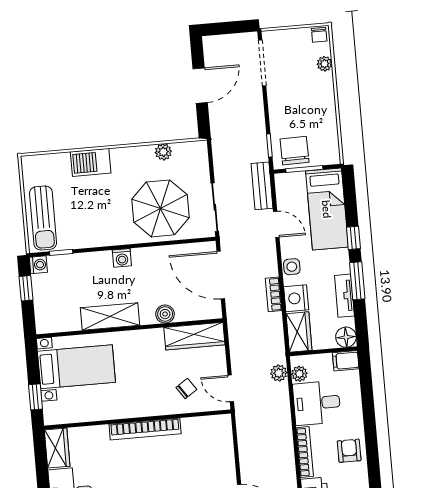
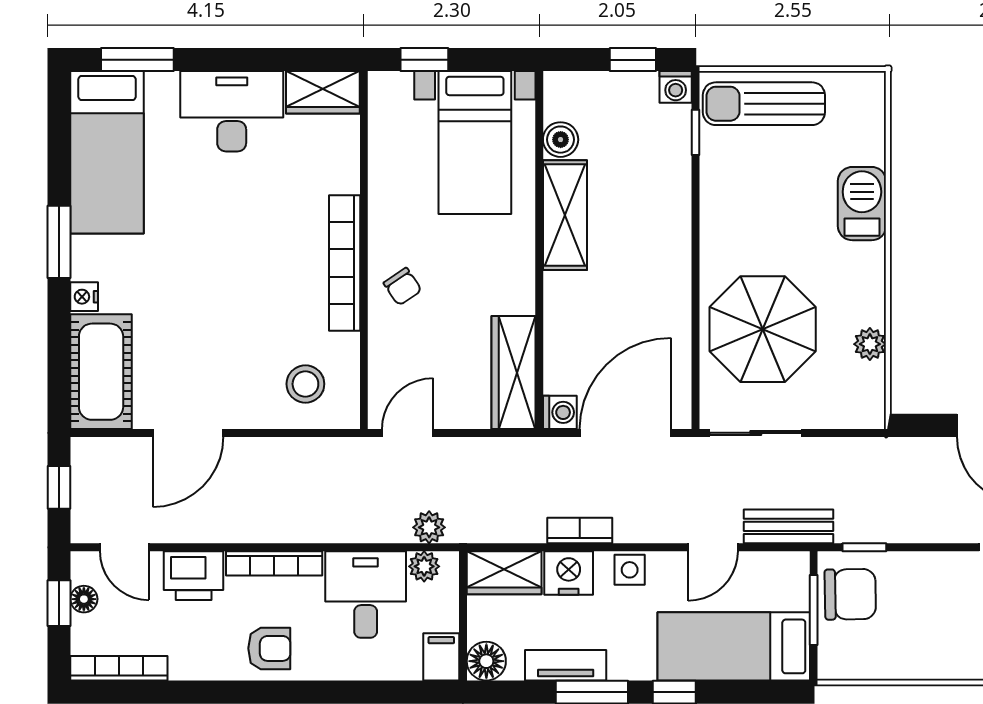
washing machine: (122, 258) -> (560, 412), moved, turned 180
boiler: (165, 314) -> (561, 140), moved
chair: (186, 389) -> (403, 287), moved
stool: (210, 444) -> (305, 384), added

